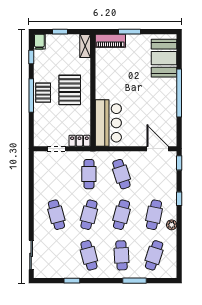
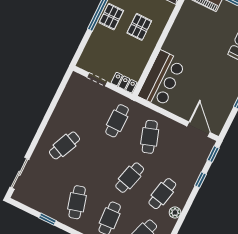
pallet: (70, 90) -> (139, 27), width x0.67, depth x0.71
window: (179, 199) -> (200, 180), moved
cafe table: (56, 215) -> (64, 145), turned 39
cafe table: (89, 215) -> (97, 162), removed

